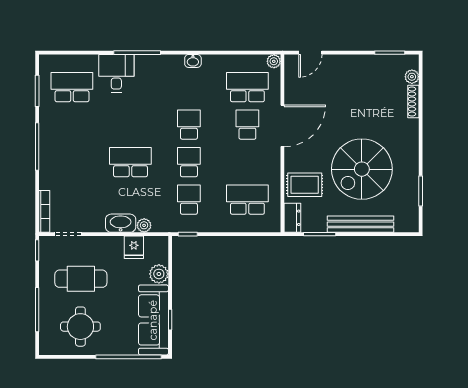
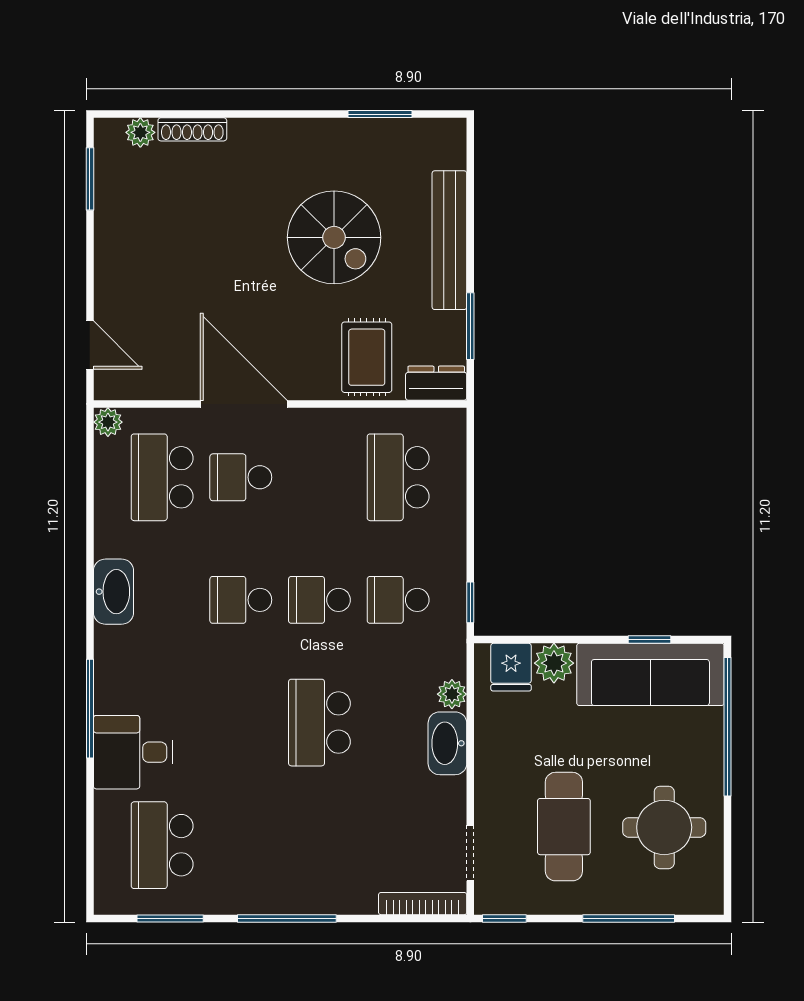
washbasin: (193, 61) -> (113, 592), width x1.91, depth x1.45
spiral stairs: (362, 169) -> (334, 237), width x0.73, depth x0.73
fridge: (134, 247) -> (511, 667), moved, turned 90

